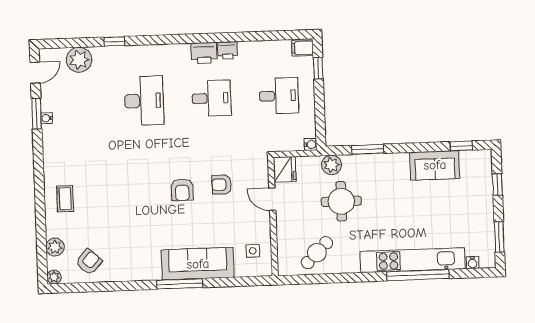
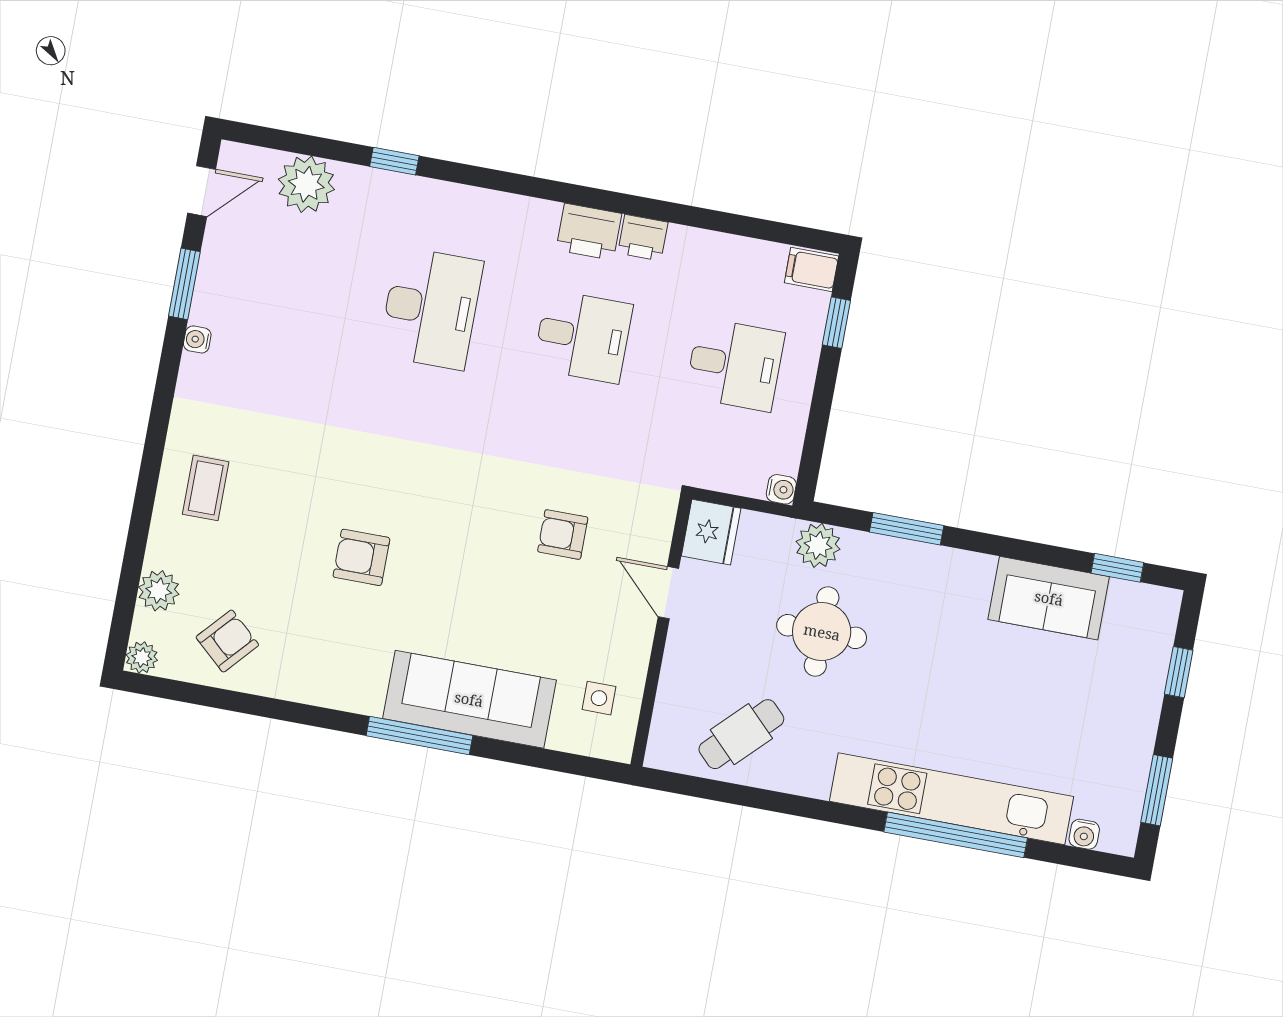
water cooler: (47, 118) -> (197, 339), moved
armchair: (182, 190) -> (361, 557), moved, turned 90

